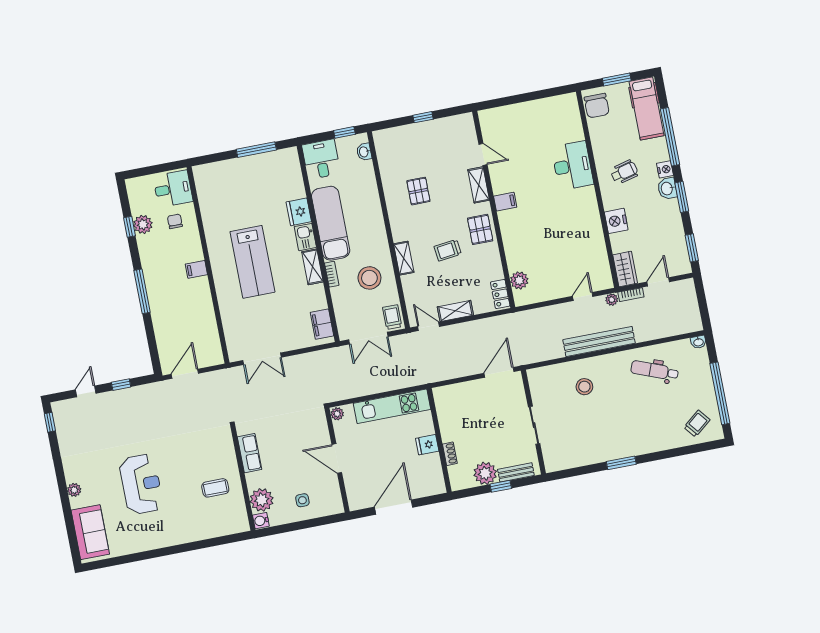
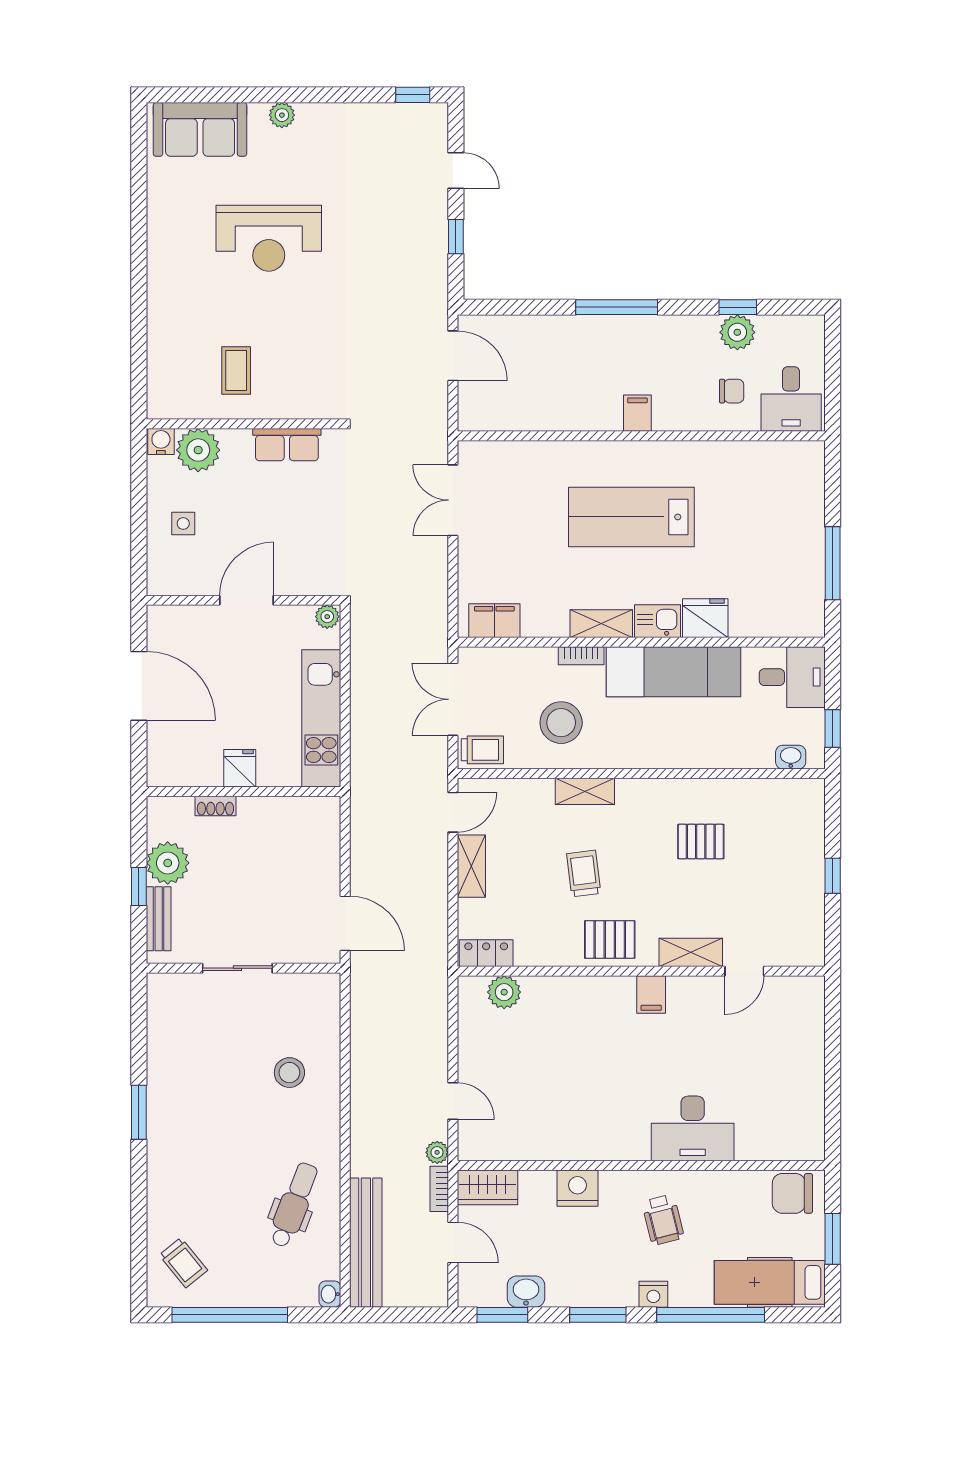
washbasin: (667, 188) -> (526, 1292), moved
bench: (599, 341) -> (366, 1243), moved

